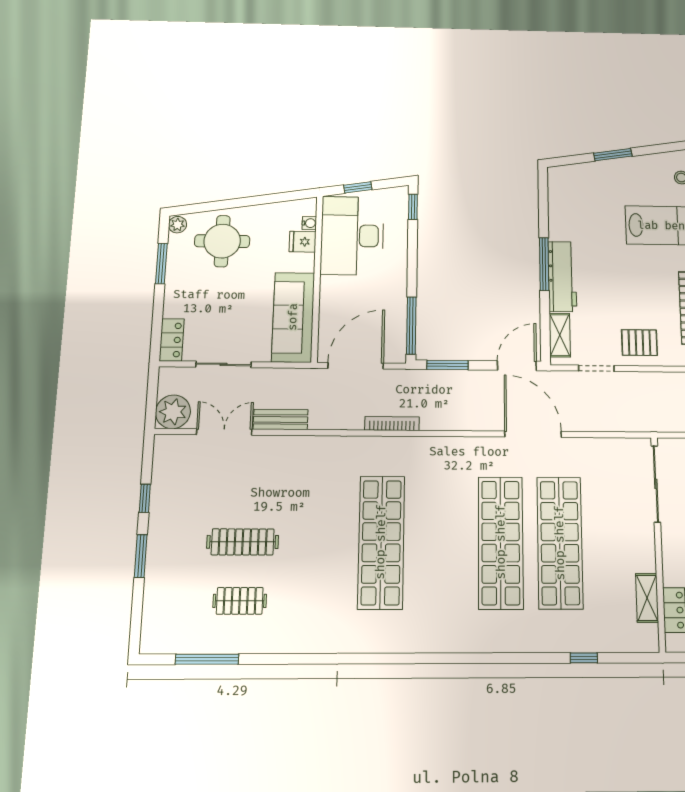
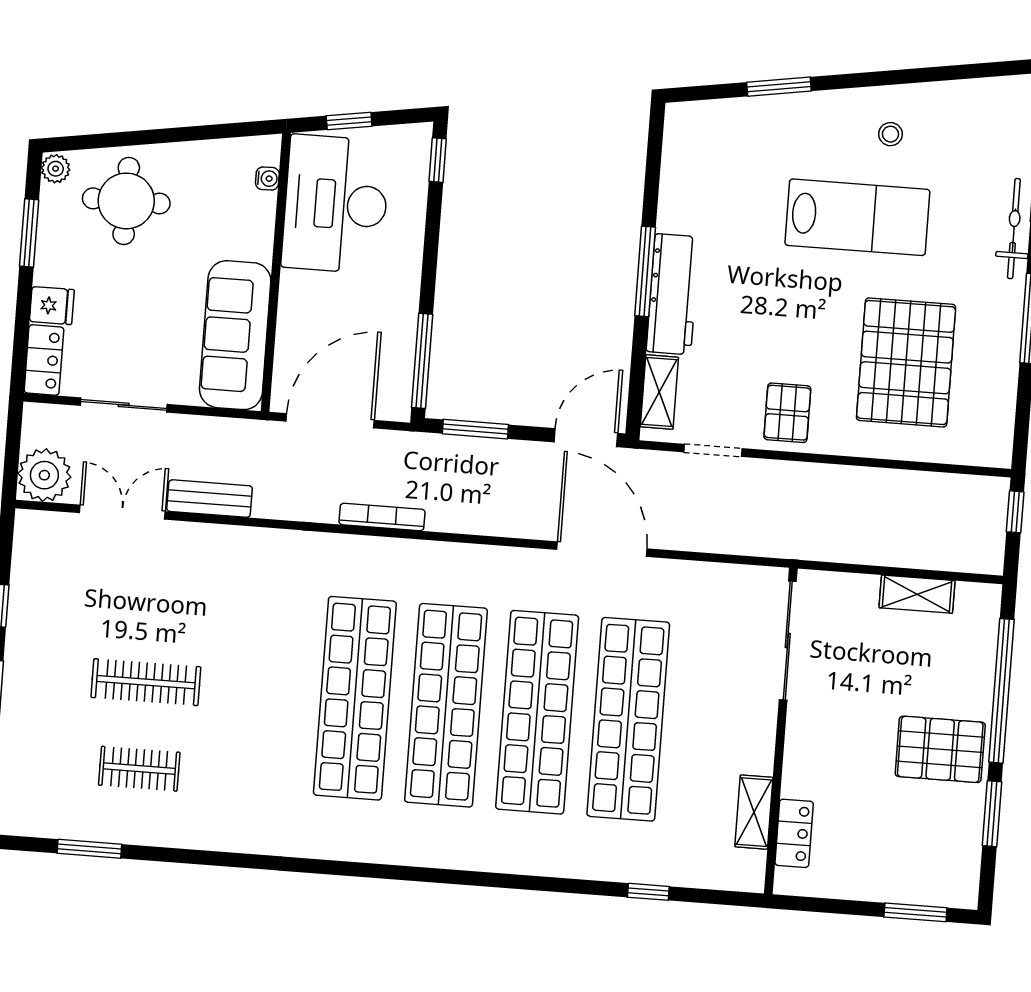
fridge: (303, 242) -> (52, 306), moved, turned 180
pallet: (639, 343) -> (787, 413), turned 90
shop shelf: (441, 542) -> (446, 705), added
window: (207, 659) -> (89, 849), width x0.69

